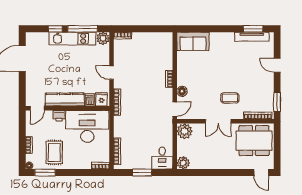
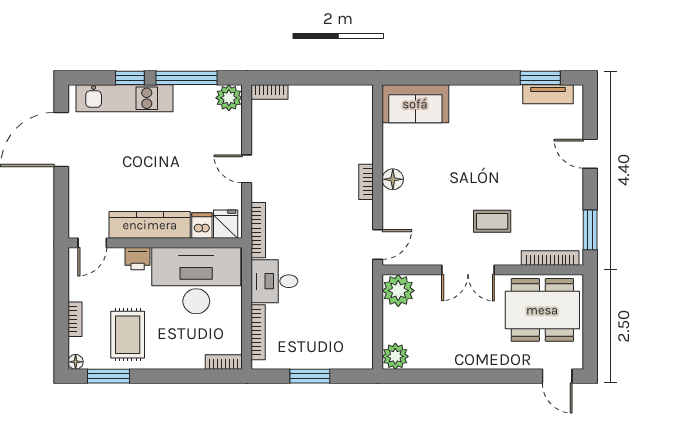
tv unit: (252, 37) -> (548, 94), width x0.71
kitchen unit: (72, 39) -> (125, 98), moved
floor lamp: (182, 91) -> (393, 179), moved
desk: (162, 158) -> (274, 281), moved, turned 90

